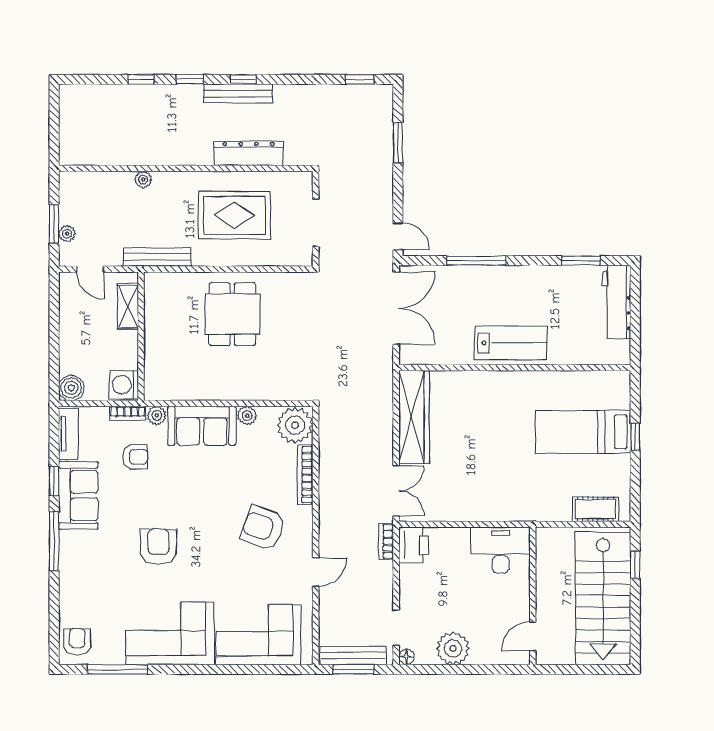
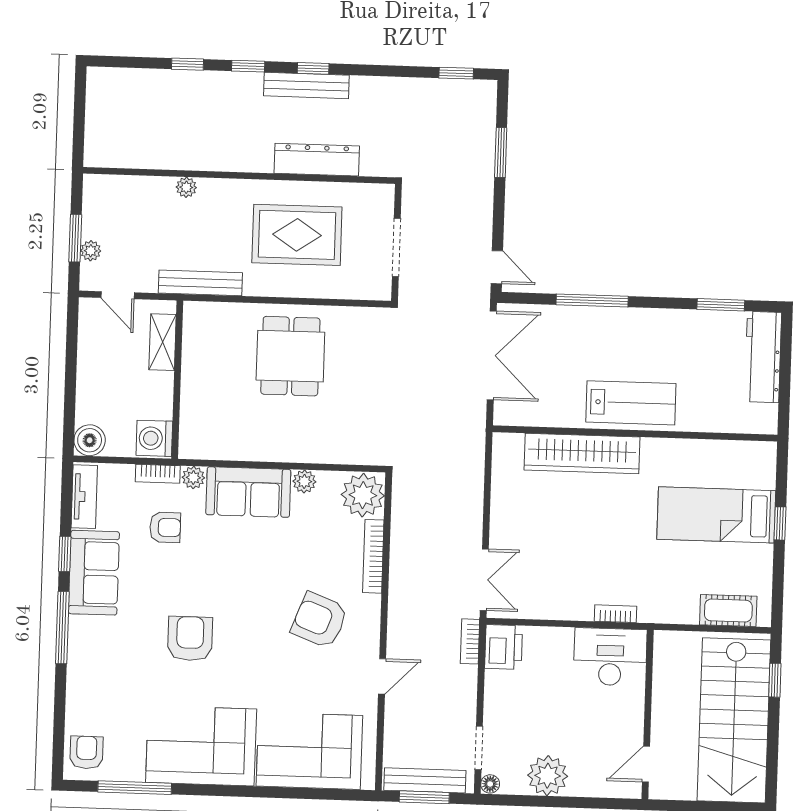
wardrobe: (414, 417) -> (582, 454), moved, turned 90
bookcase: (504, 515) -> (616, 614), added

